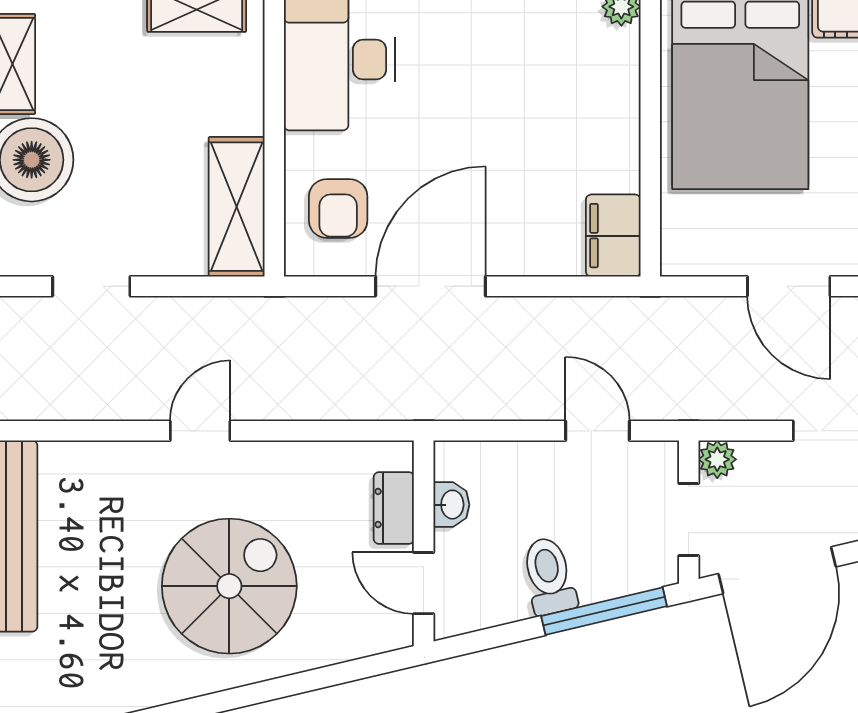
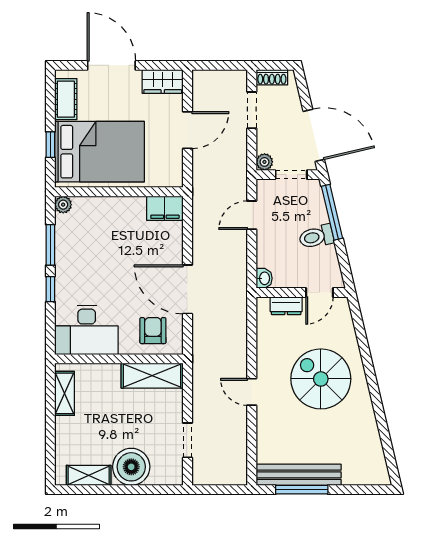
armchair: (338, 208) -> (153, 331), turned -90
washbasin: (451, 505) -> (264, 278), moved, turned 90

